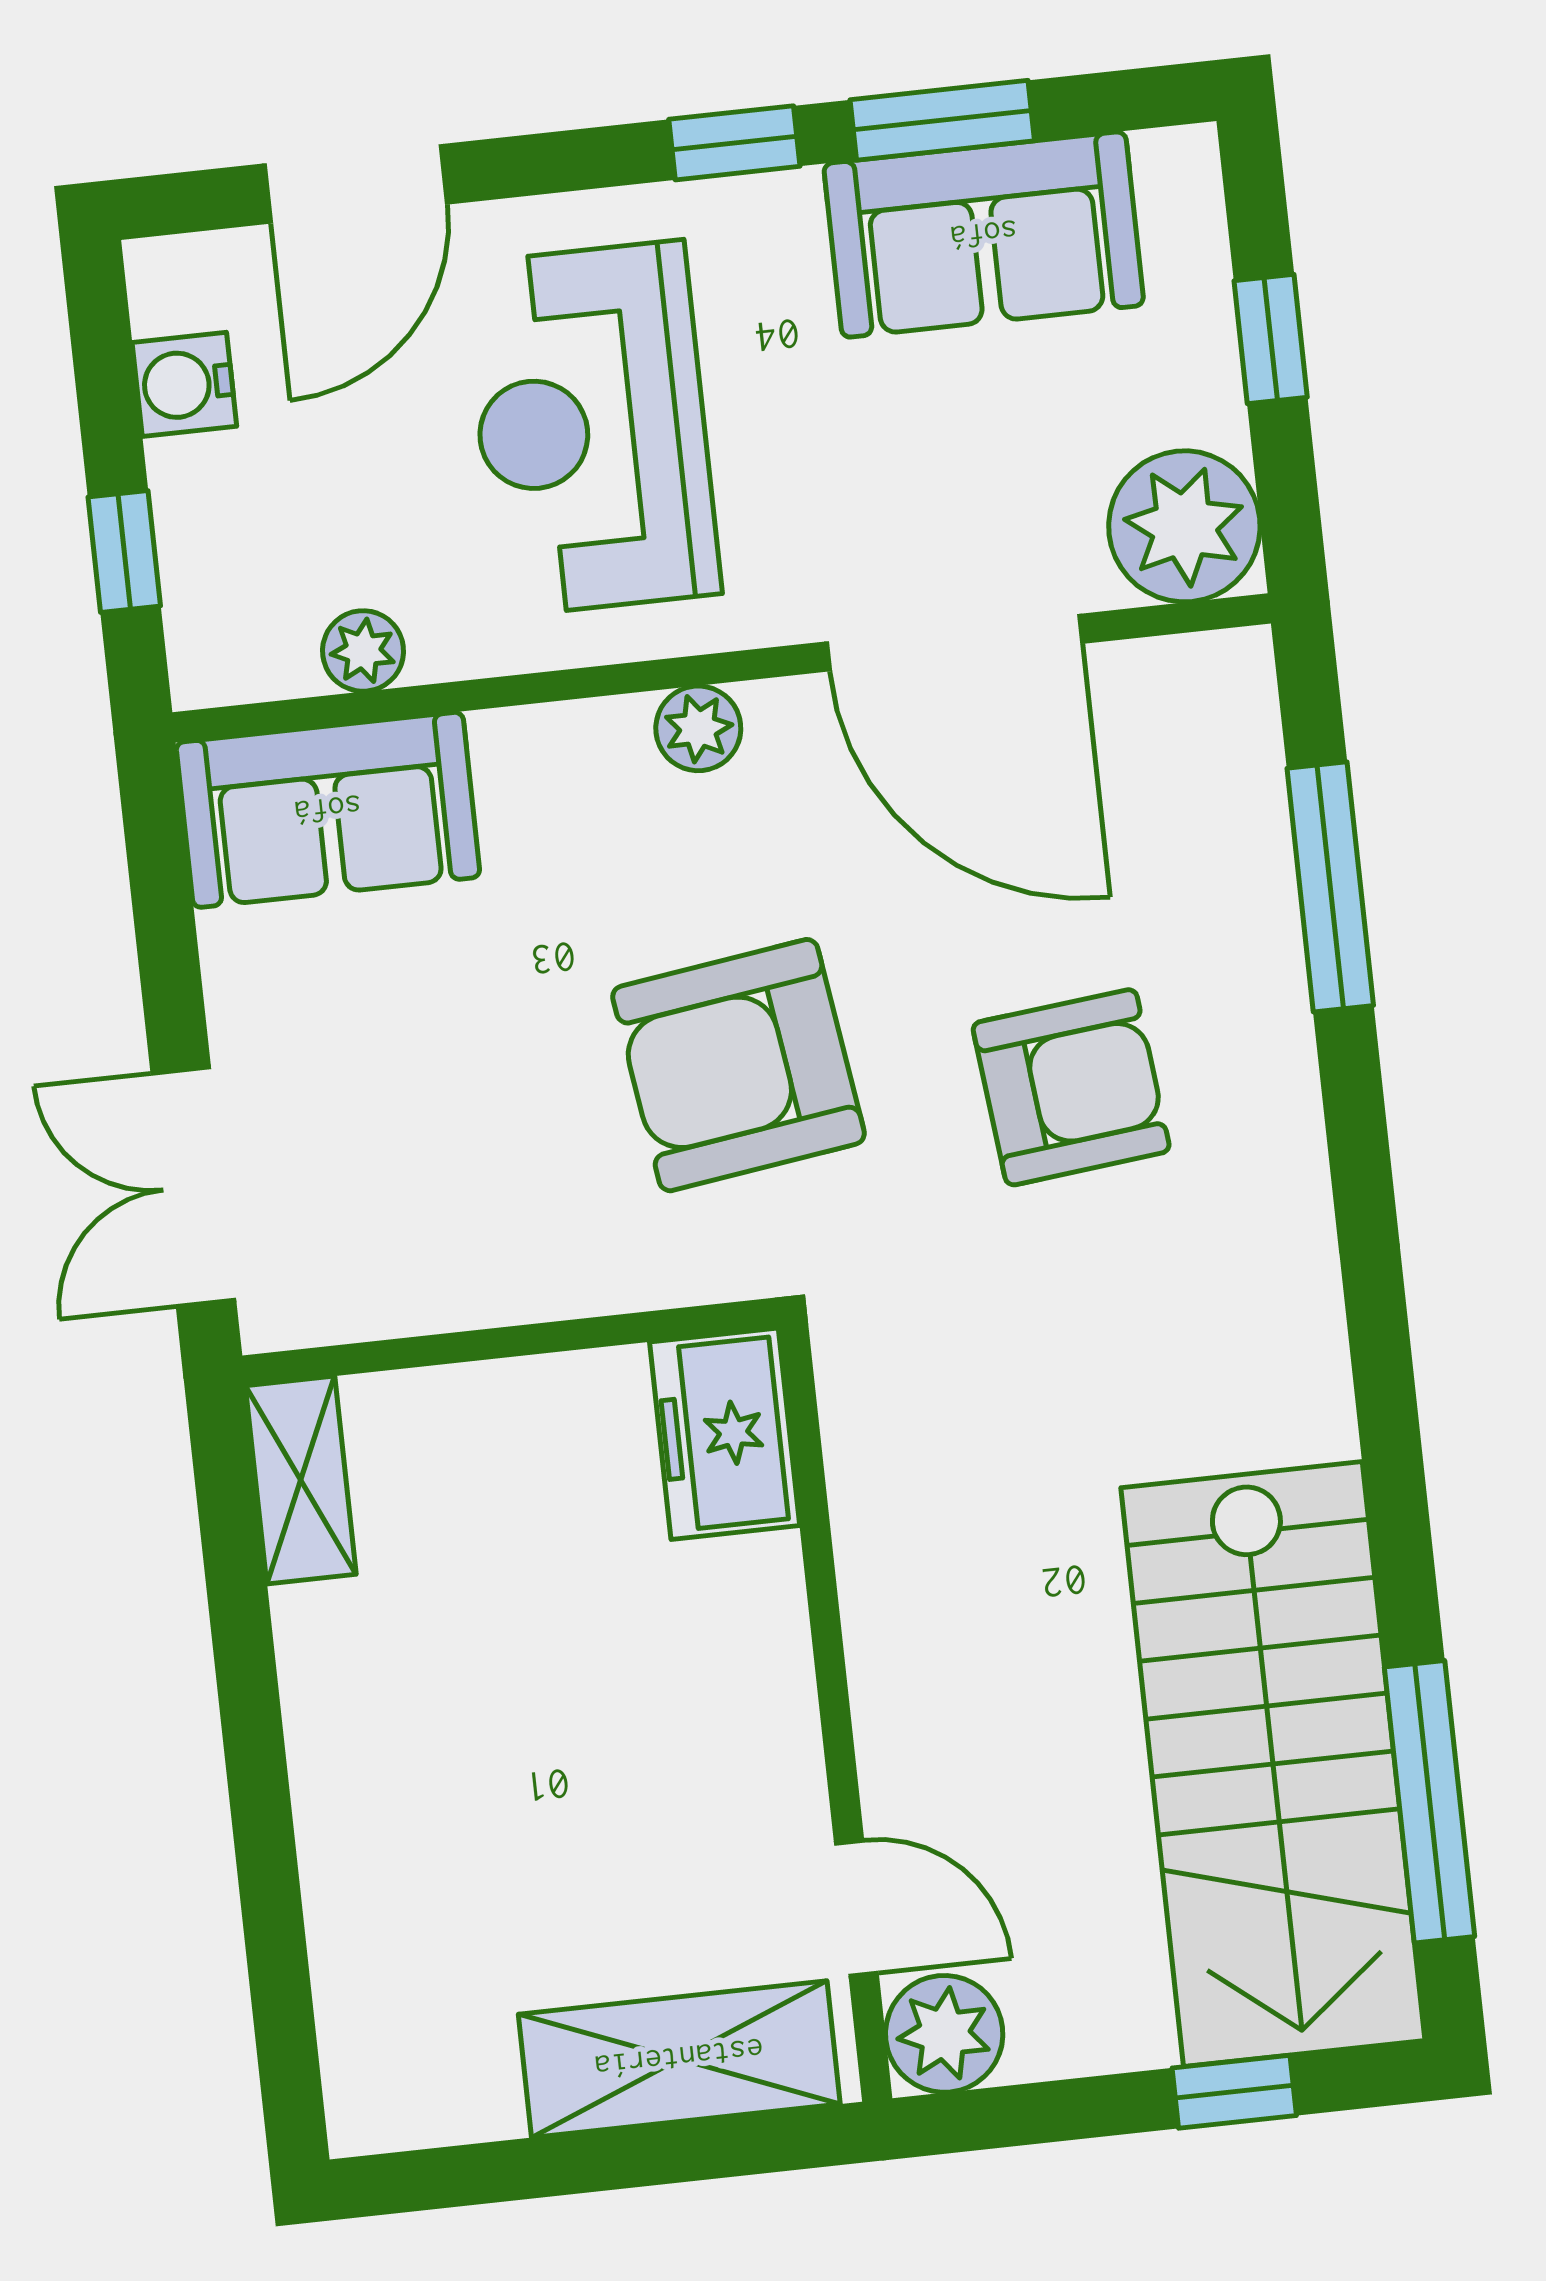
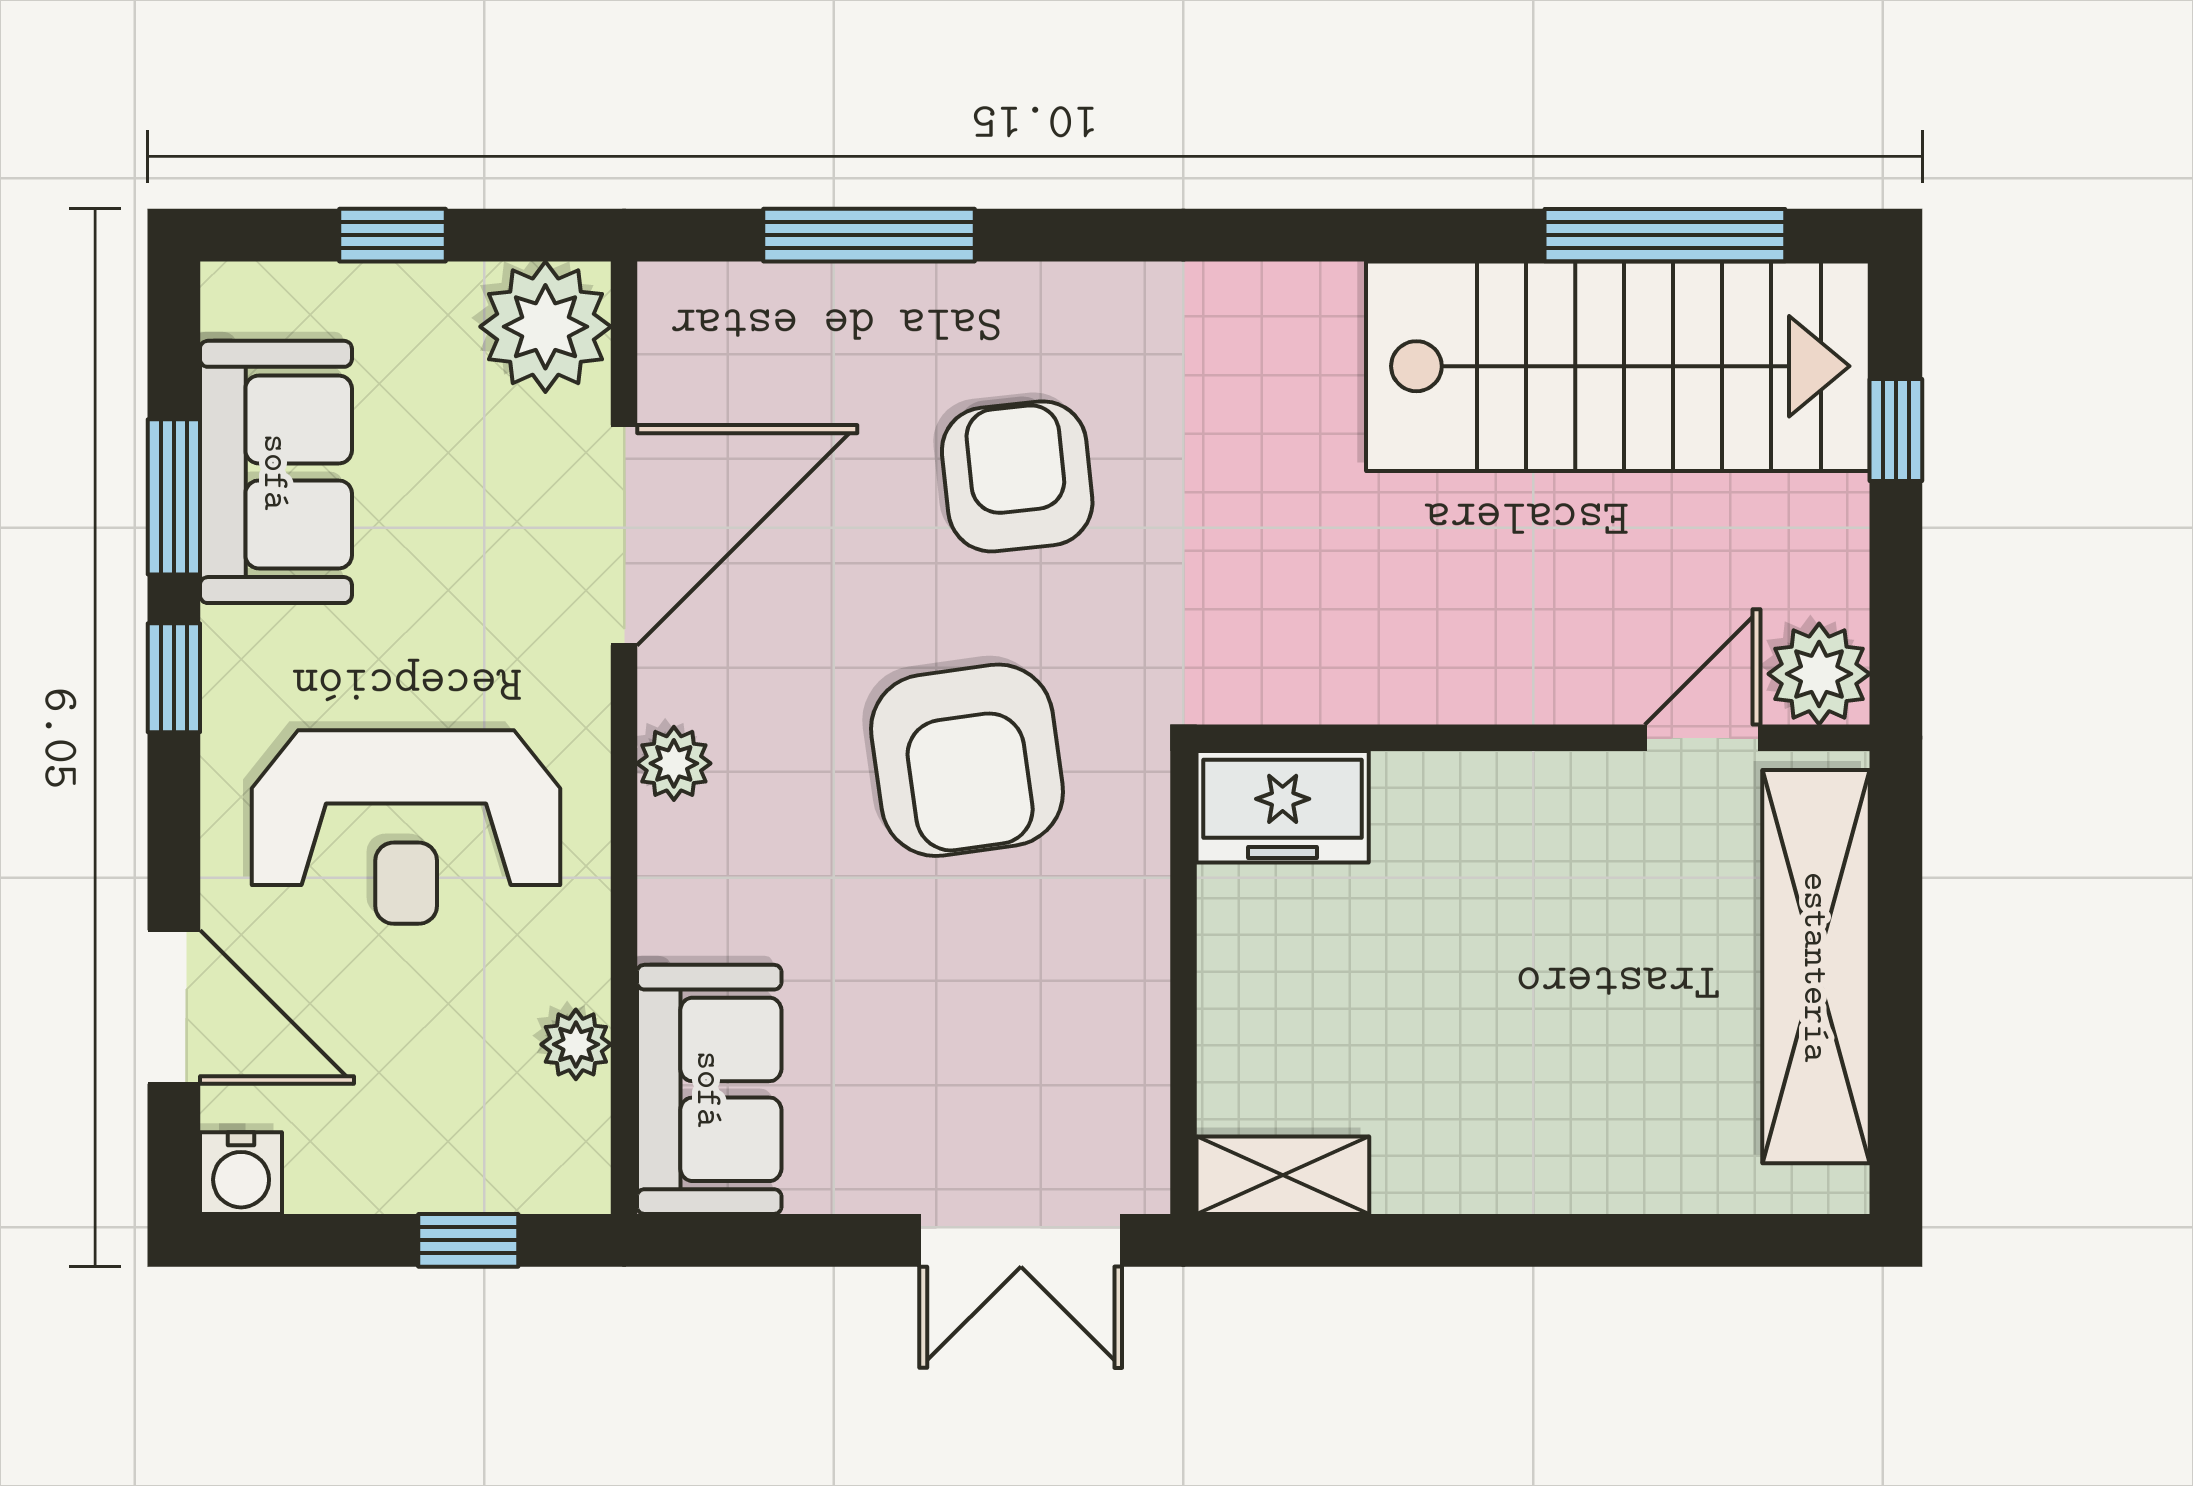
water cooler: (184, 384) -> (241, 1173), moved
shelving: (679, 2059) -> (1816, 967), width x1.47

